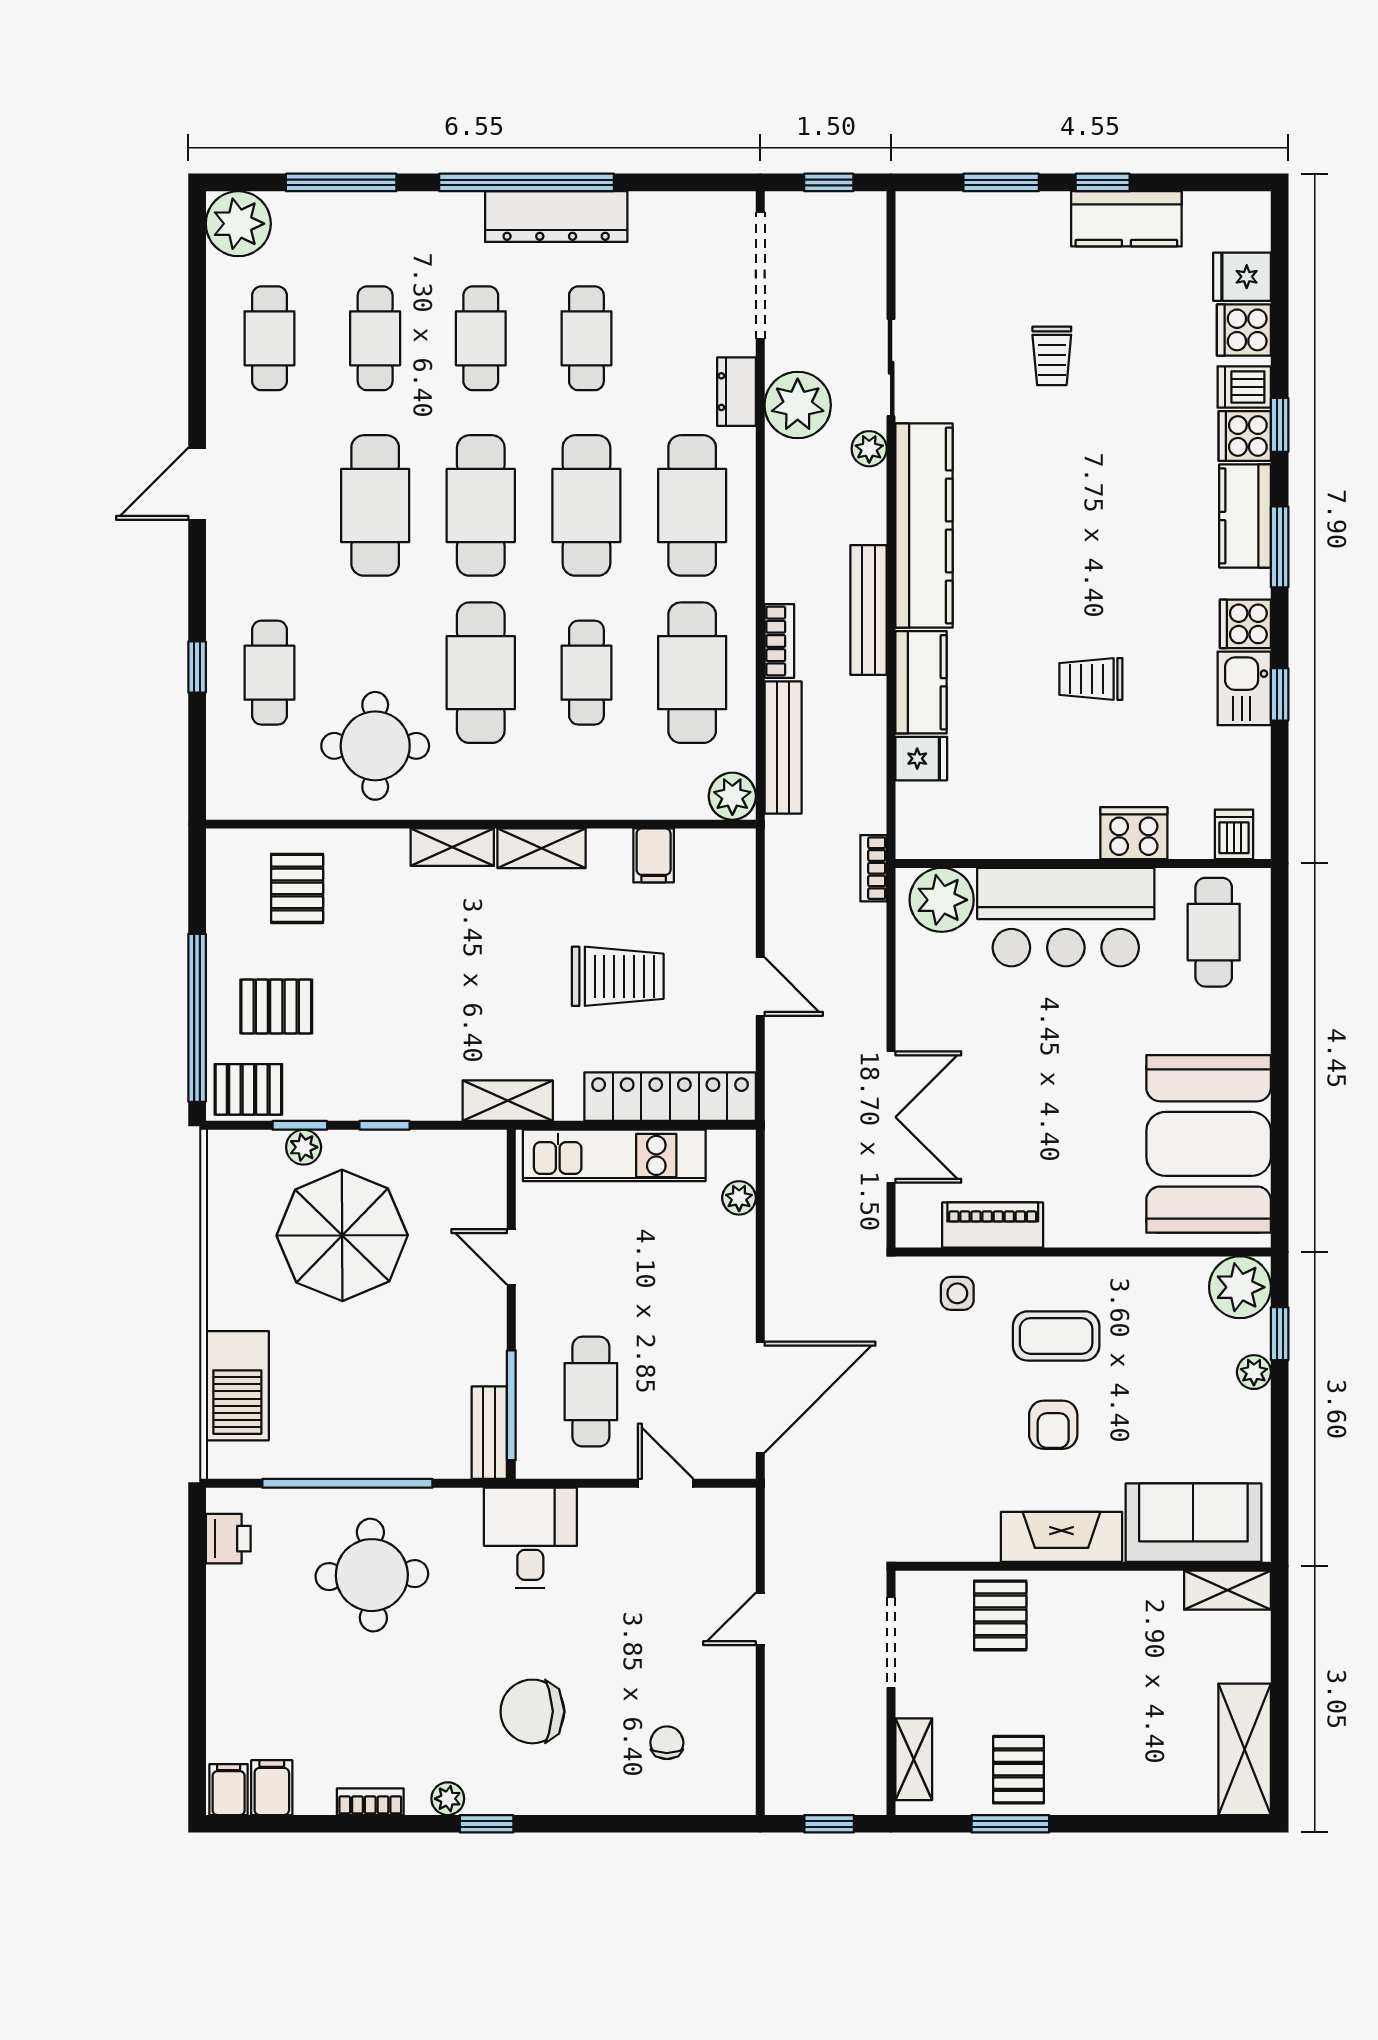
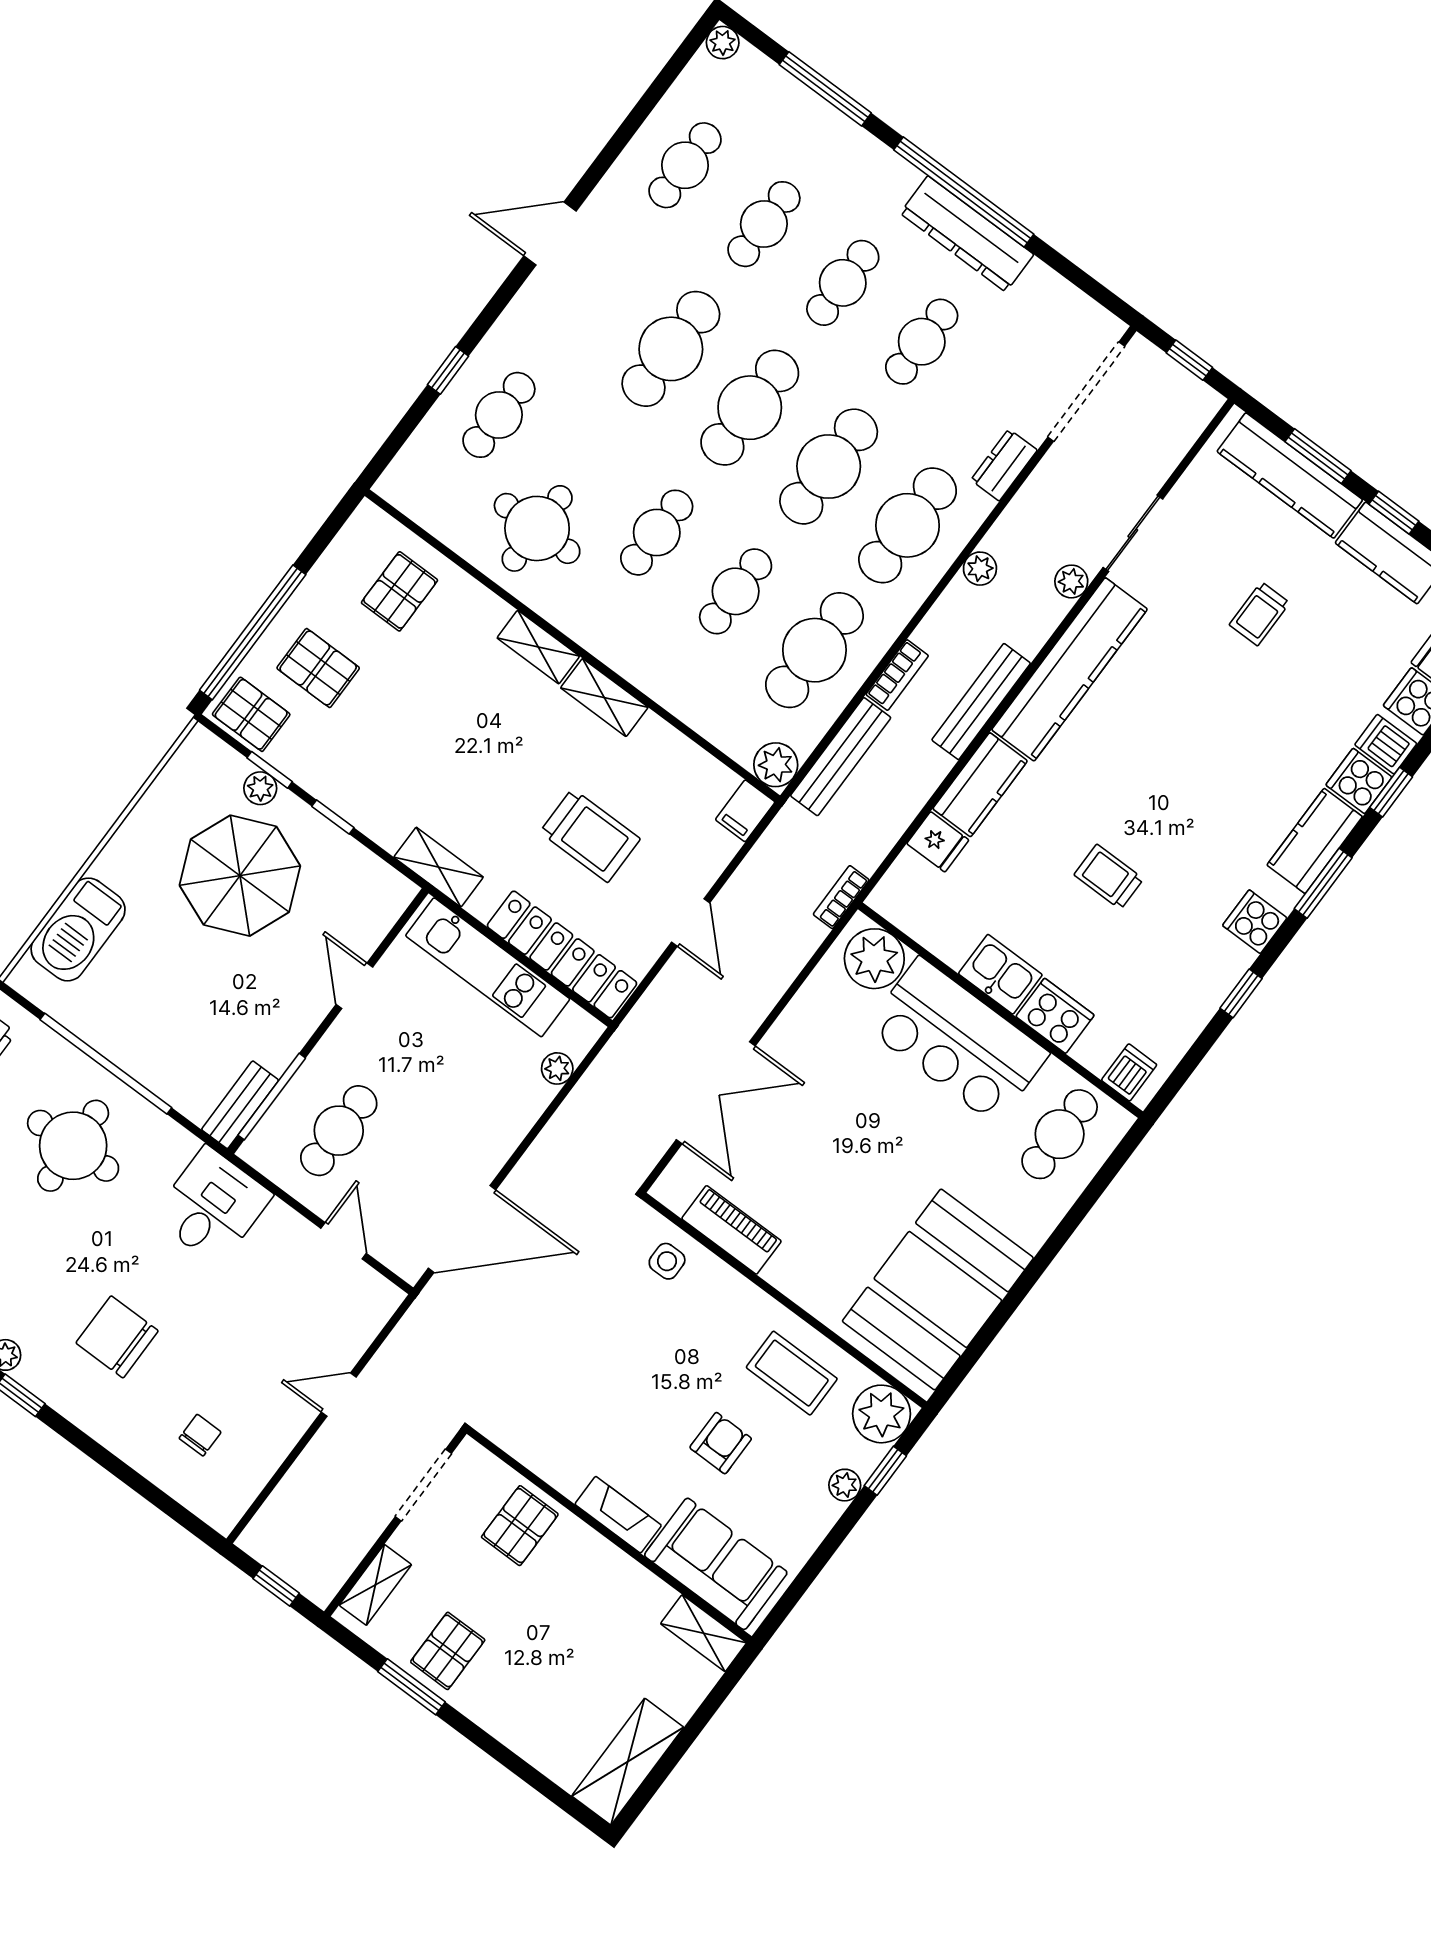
kitchen counter: (989, 217) -> (1290, 476), added
plant: (238, 224) -> (723, 43), width x0.53, depth x0.53
plant: (798, 405) -> (980, 569), moved, width x0.53, depth x0.53
cafe table: (481, 673) -> (657, 533), width x0.73, depth x0.74
kitchen sink: (1244, 688) -> (1000, 974), moved, turned 90
filing cabinet: (654, 855) -> (745, 811), moved
coffee table: (1056, 1336) -> (792, 1373), moved
armchair: (1053, 1425) -> (721, 1443), moved, turned 180
fireplace: (1062, 1537) -> (618, 1515), width x0.73, depth x0.76

